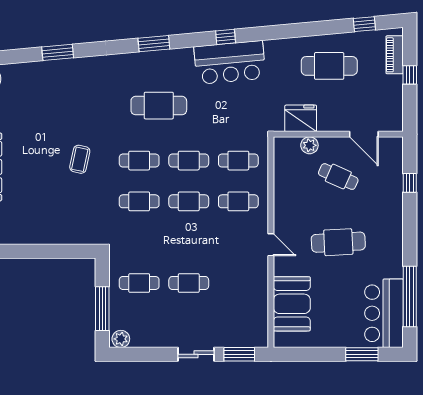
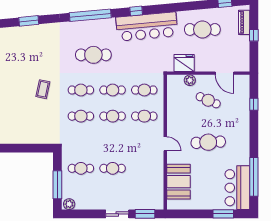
window: (154, 44) -> (90, 15), width x2.11
bar counter: (230, 62) -> (147, 27), width x1.36

